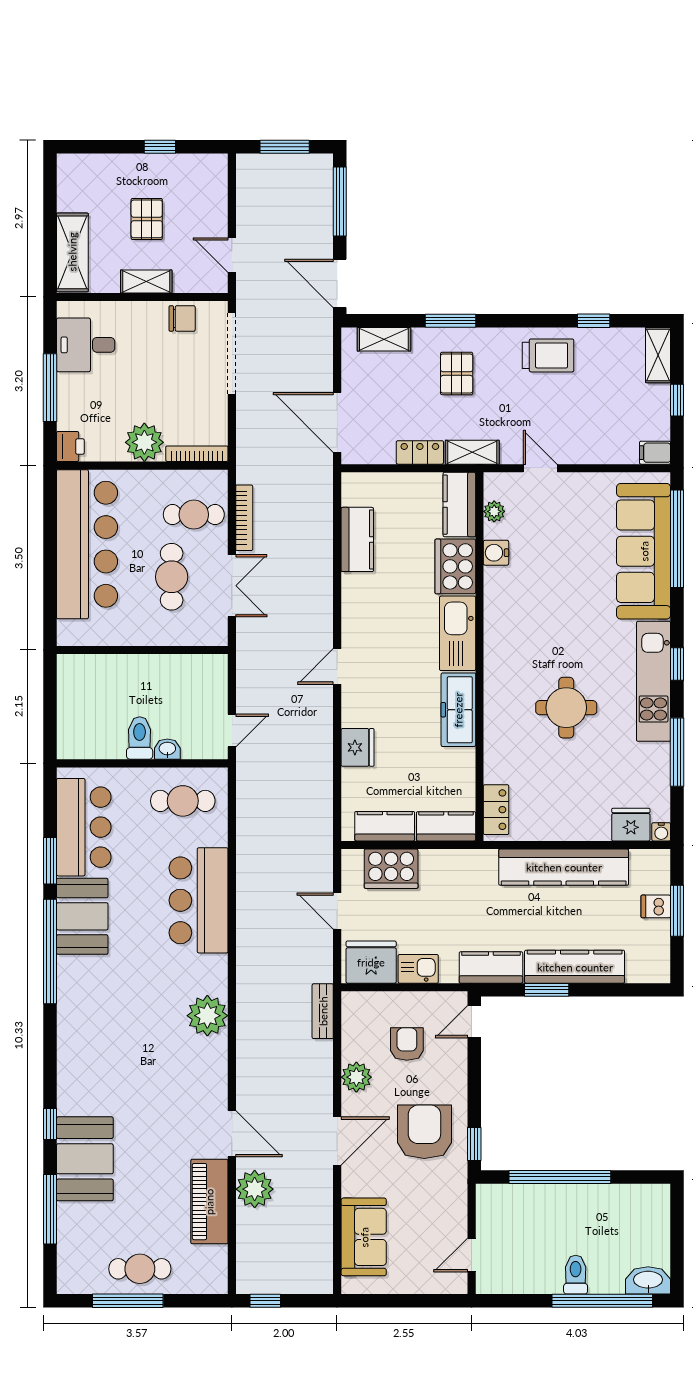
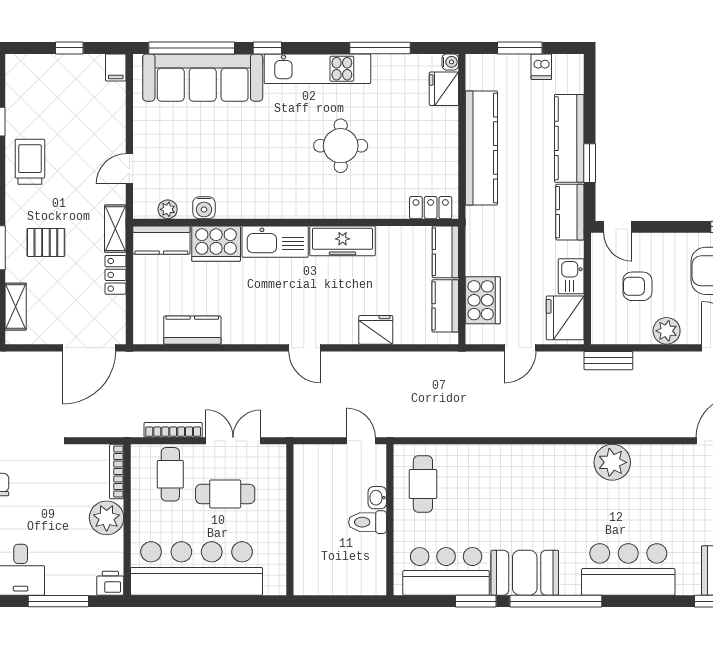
shelving: (658, 355) -> (30, 65), removed
window: (677, 664) -> (267, 48), moved
bar counter: (199, 900) -> (628, 569), moved, turned 180
dishwasher: (656, 906) -> (541, 67), moved

